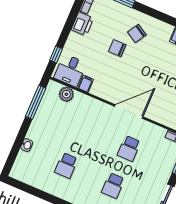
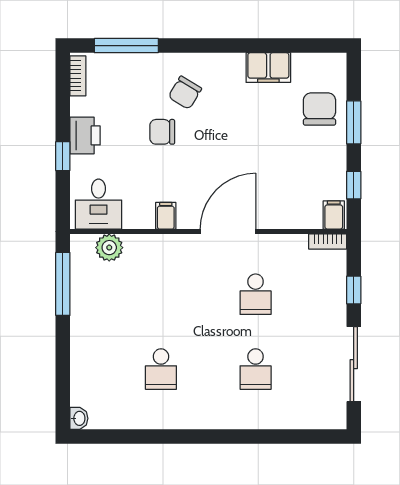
printer: (82, 24) -> (85, 135), moved
window: (56, 55) -> (63, 156), moved
filing cabinet: (86, 84) -> (166, 216), moved
washbasin: (27, 145) -> (79, 418), moved

